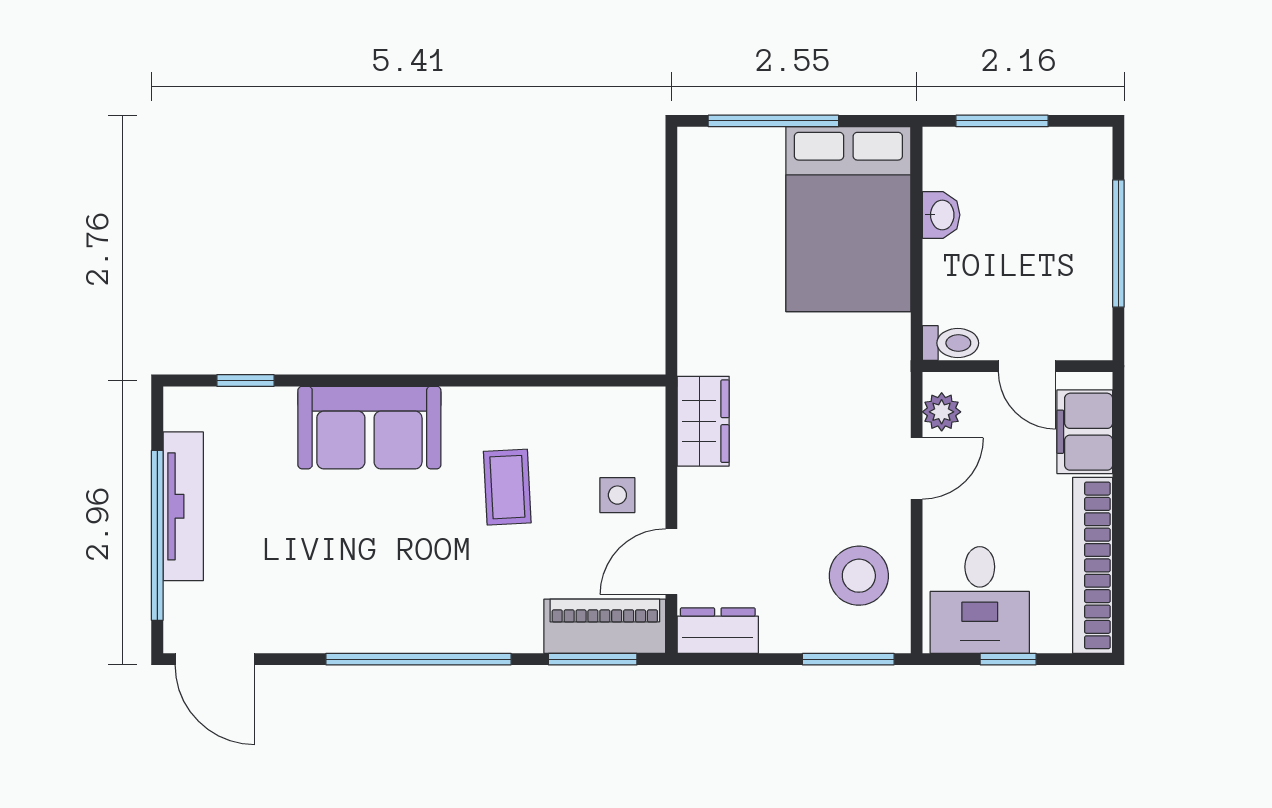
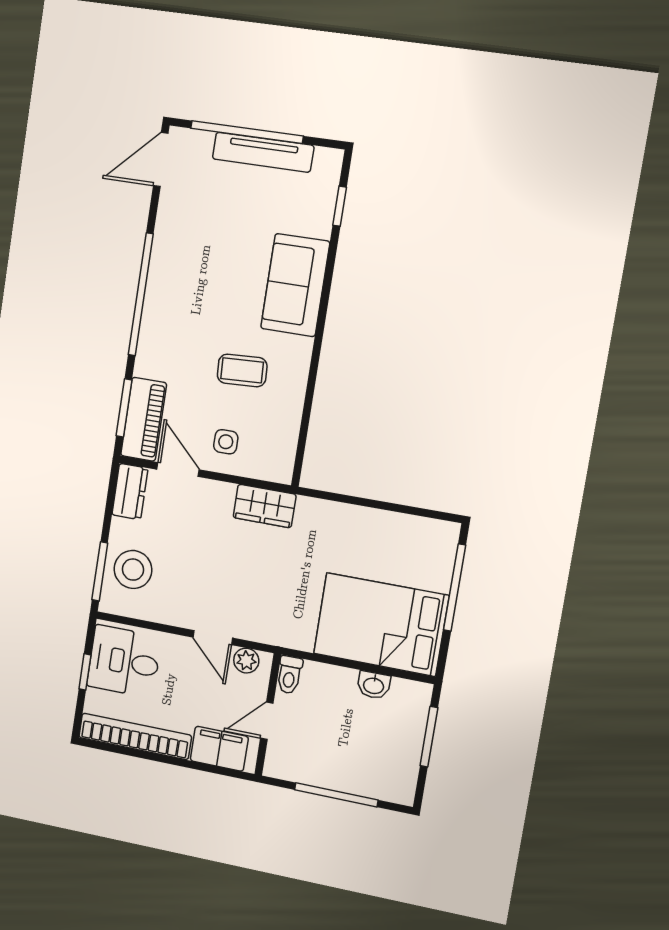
stool: (859, 576) -> (133, 570), moved

